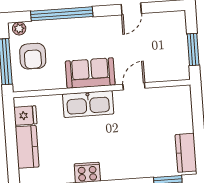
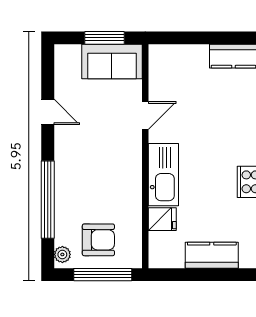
sofa: (90, 73) -> (112, 62), moved, turned -90
door: (134, 86) -> (145, 115), swing flipped
fridge: (25, 116) -> (162, 219), moved, turned 90

